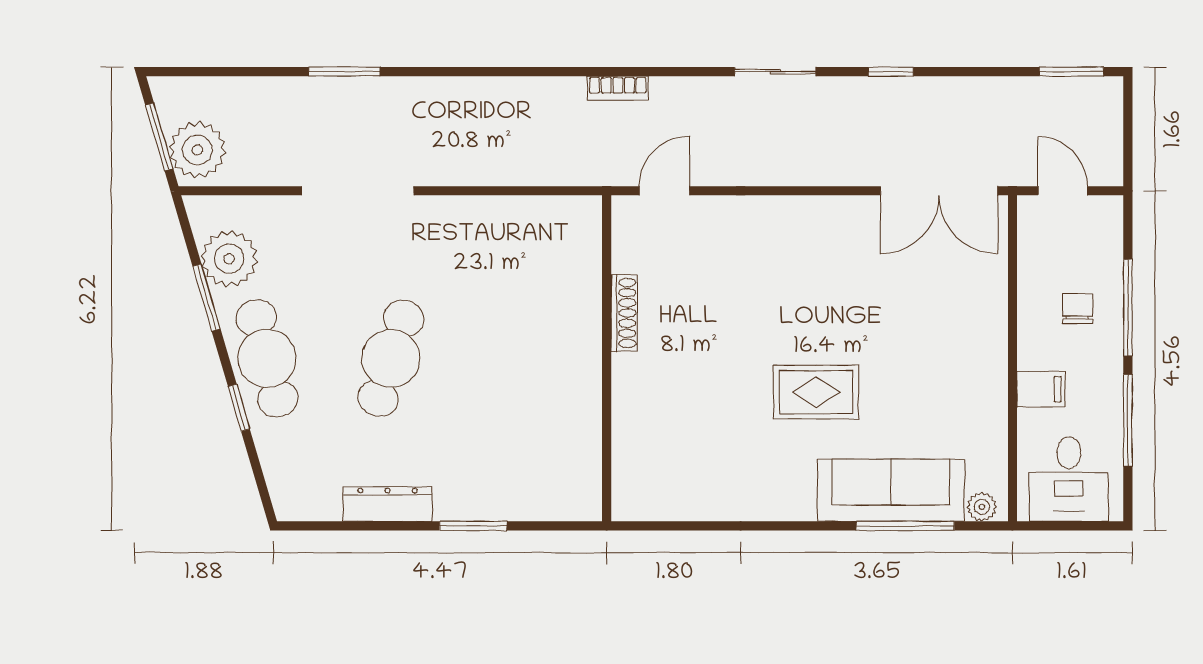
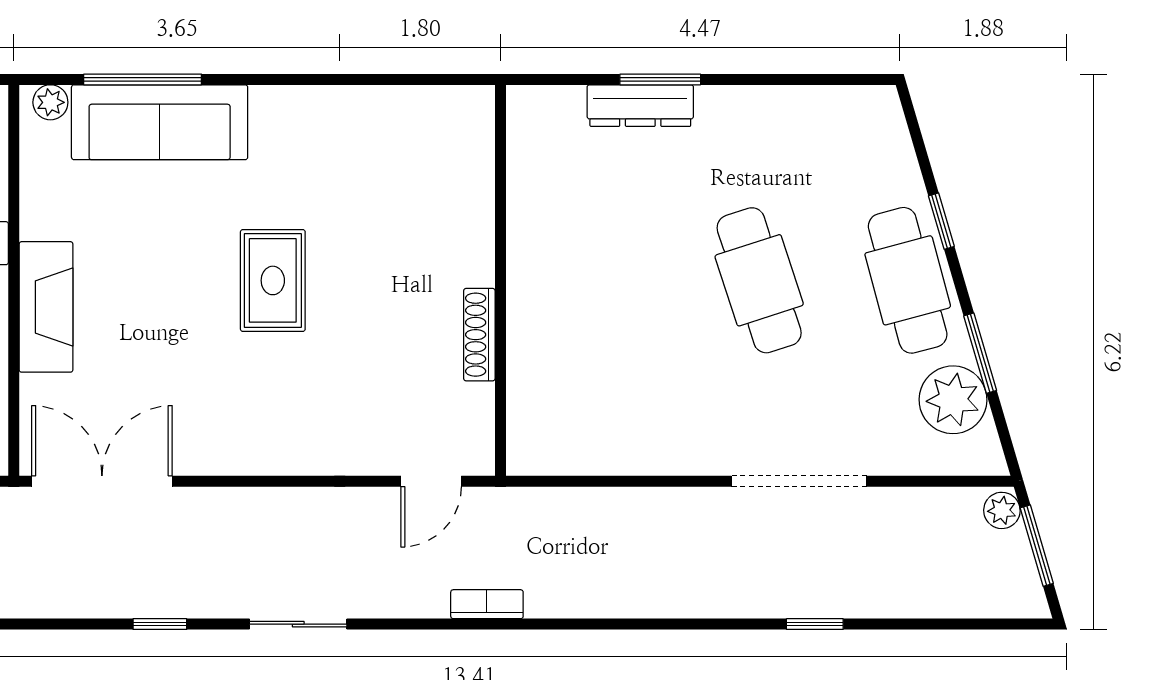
window: (344, 72) -> (815, 624), width x0.67
plant: (197, 150) -> (1002, 510), width x0.53, depth x0.53
fireplace: (986, 336) -> (46, 307), added
cafe table: (391, 358) -> (759, 280), turned -36
rug: (816, 392) -> (273, 280), moved, turned 90
dresser: (387, 504) -> (640, 106), moved

